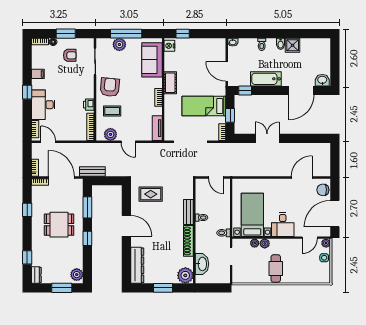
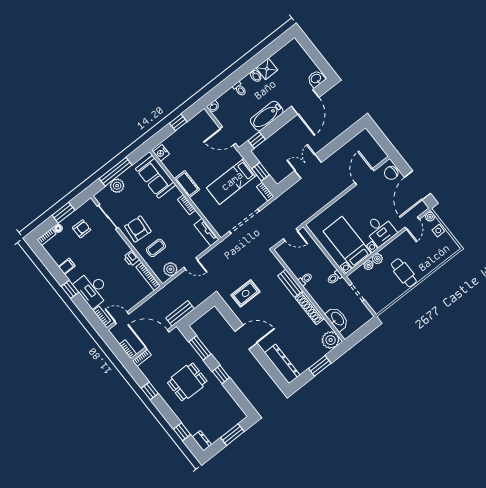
window: (183, 34) -> (178, 122), moved
plant: (77, 275) -> (236, 413), removed

